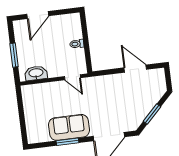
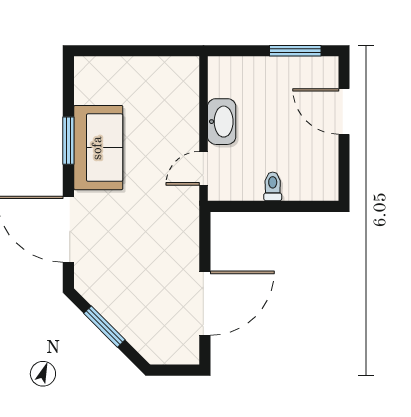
window: (14, 55) -> (295, 51), moved
door: (135, 69) -> (205, 303), width x1.36
washbasin: (36, 73) -> (222, 122), moved

